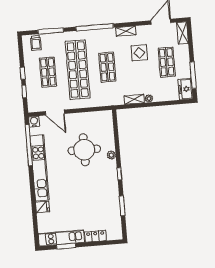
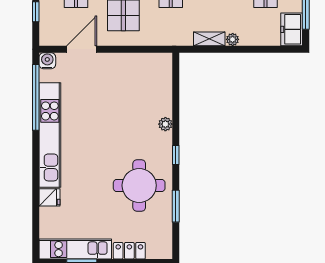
door: (55, 113) -> (82, 49), swing flipped
round table: (84, 150) -> (139, 185), moved

